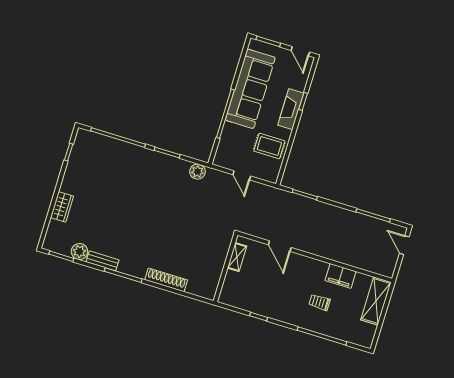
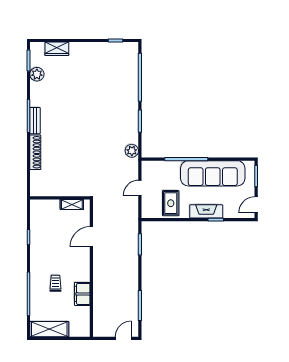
wardrobe: (62, 207) -> (57, 49), moved
bench: (102, 261) -> (35, 121), moved
shelving: (376, 301) -> (49, 329), moved

